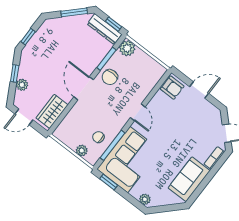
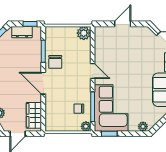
dresser: (104, 29) -> (22, 32), width x0.70
plant: (127, 48) -> (84, 33), moved
armchair: (172, 88) -> (103, 36), removed
plant: (82, 150) -> (86, 126), moved

